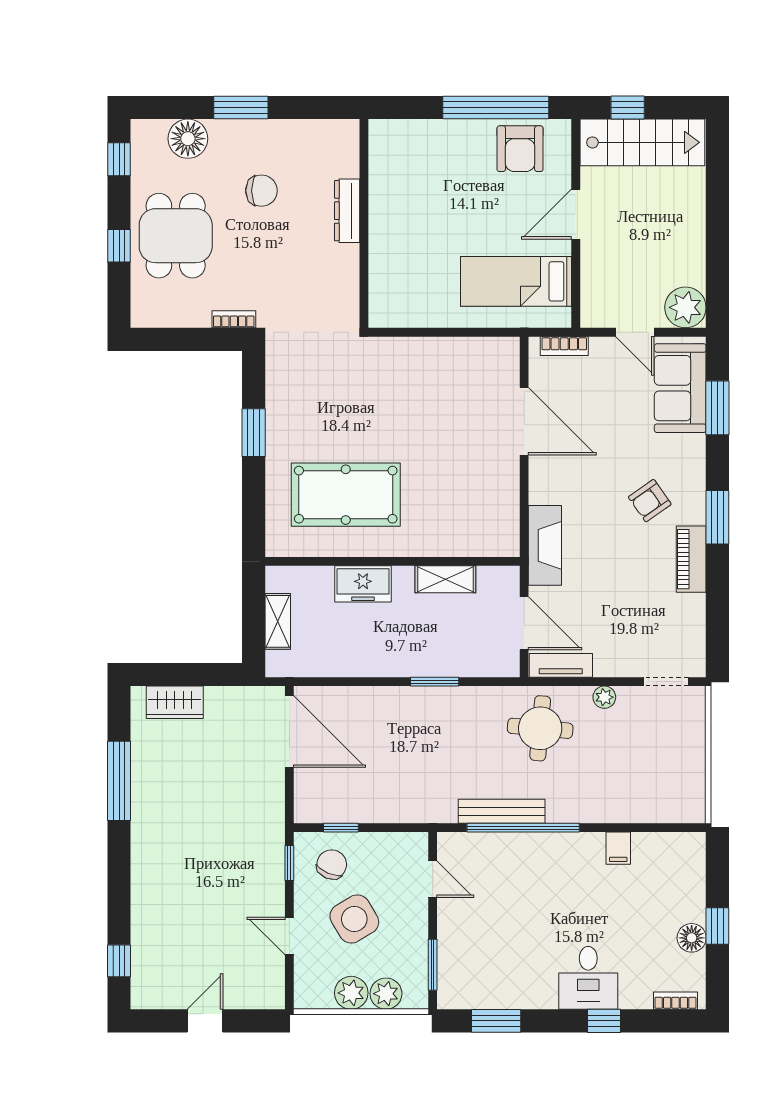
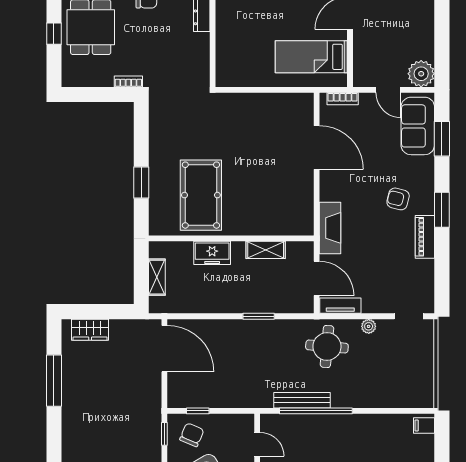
window: (254, 433) -> (141, 182), moved
pool table: (346, 495) -> (201, 195), turned 90
armchair: (650, 501) -> (398, 199), turned 49
filing cabinet: (618, 848) -> (424, 426), moved, turned 90

